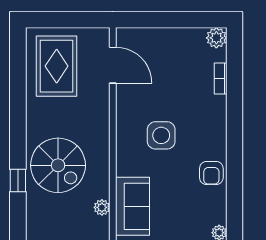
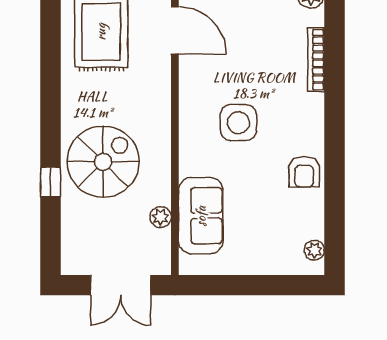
bookcase: (221, 79) -> (316, 60), width x1.56
spiral stairs: (58, 165) -> (103, 162), turned -90

